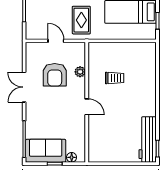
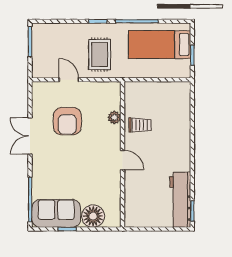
plant: (80, 72) -> (114, 117), moved
wall: (87, 102) -> (123, 154), moved
door: (87, 107) -> (123, 160), moved
floor lamp: (72, 157) -> (93, 216), width x1.89, depth x1.89

